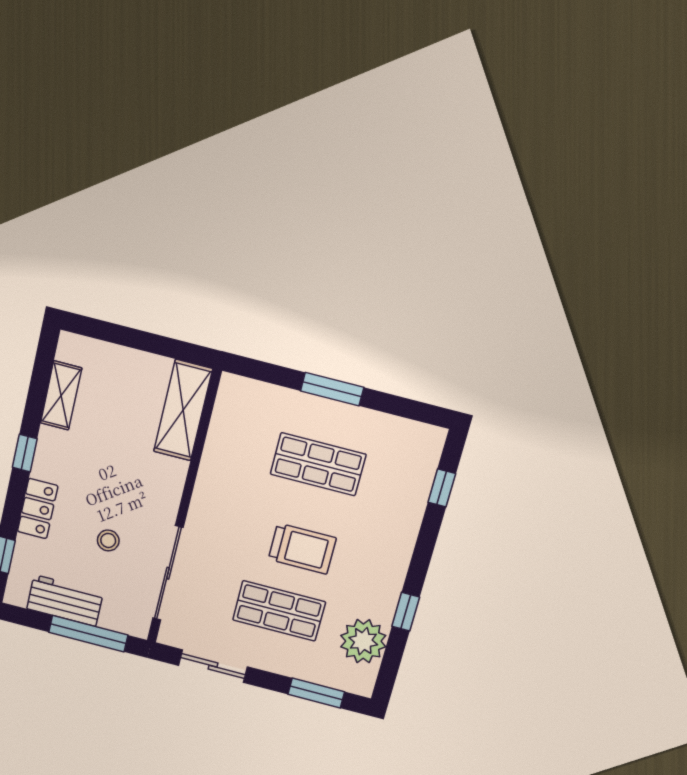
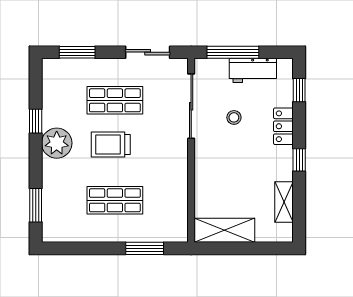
window: (332, 389) -> (145, 248), moved
shelving: (183, 410) -> (224, 230), moved, turned 90
window: (442, 488) -> (36, 205), width x1.50
plant: (363, 641) -> (57, 143), moved

